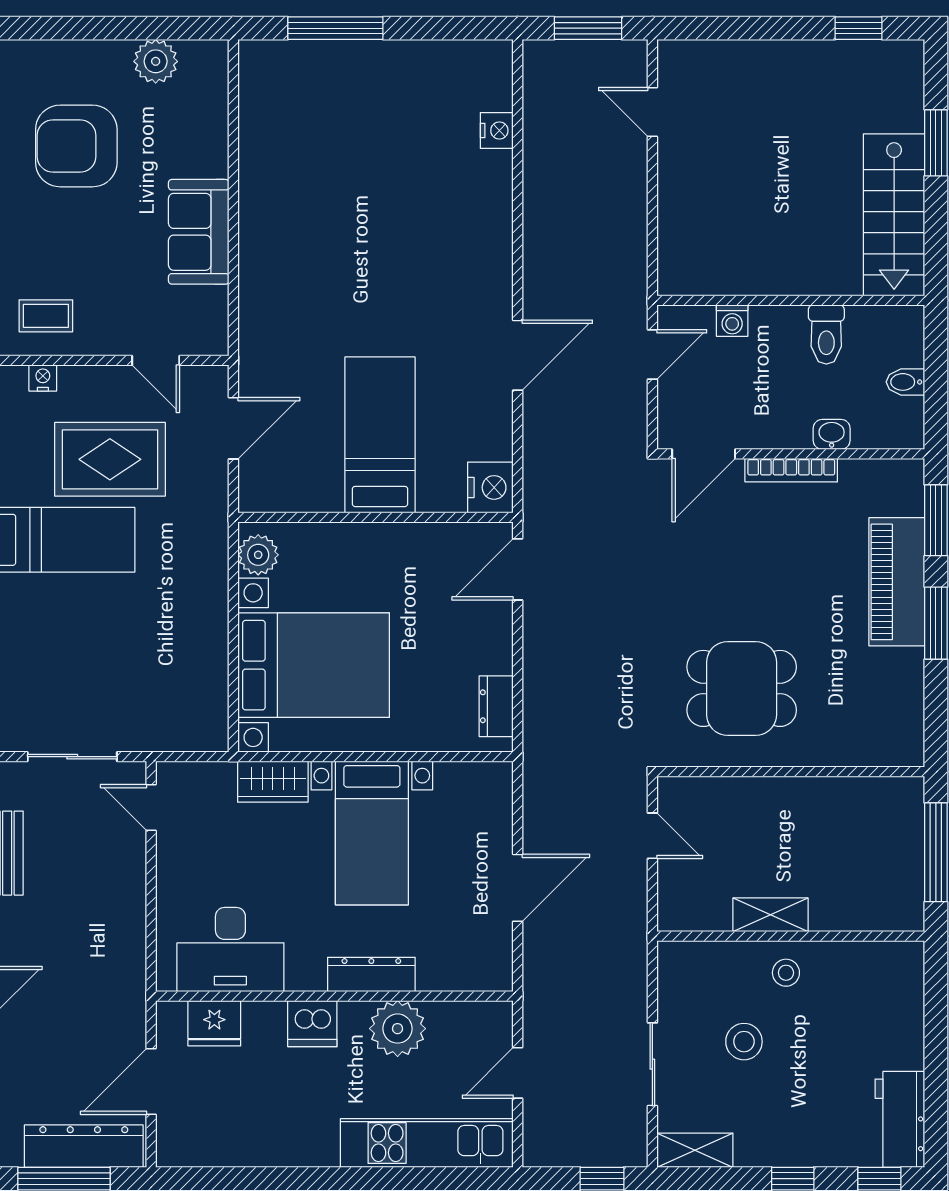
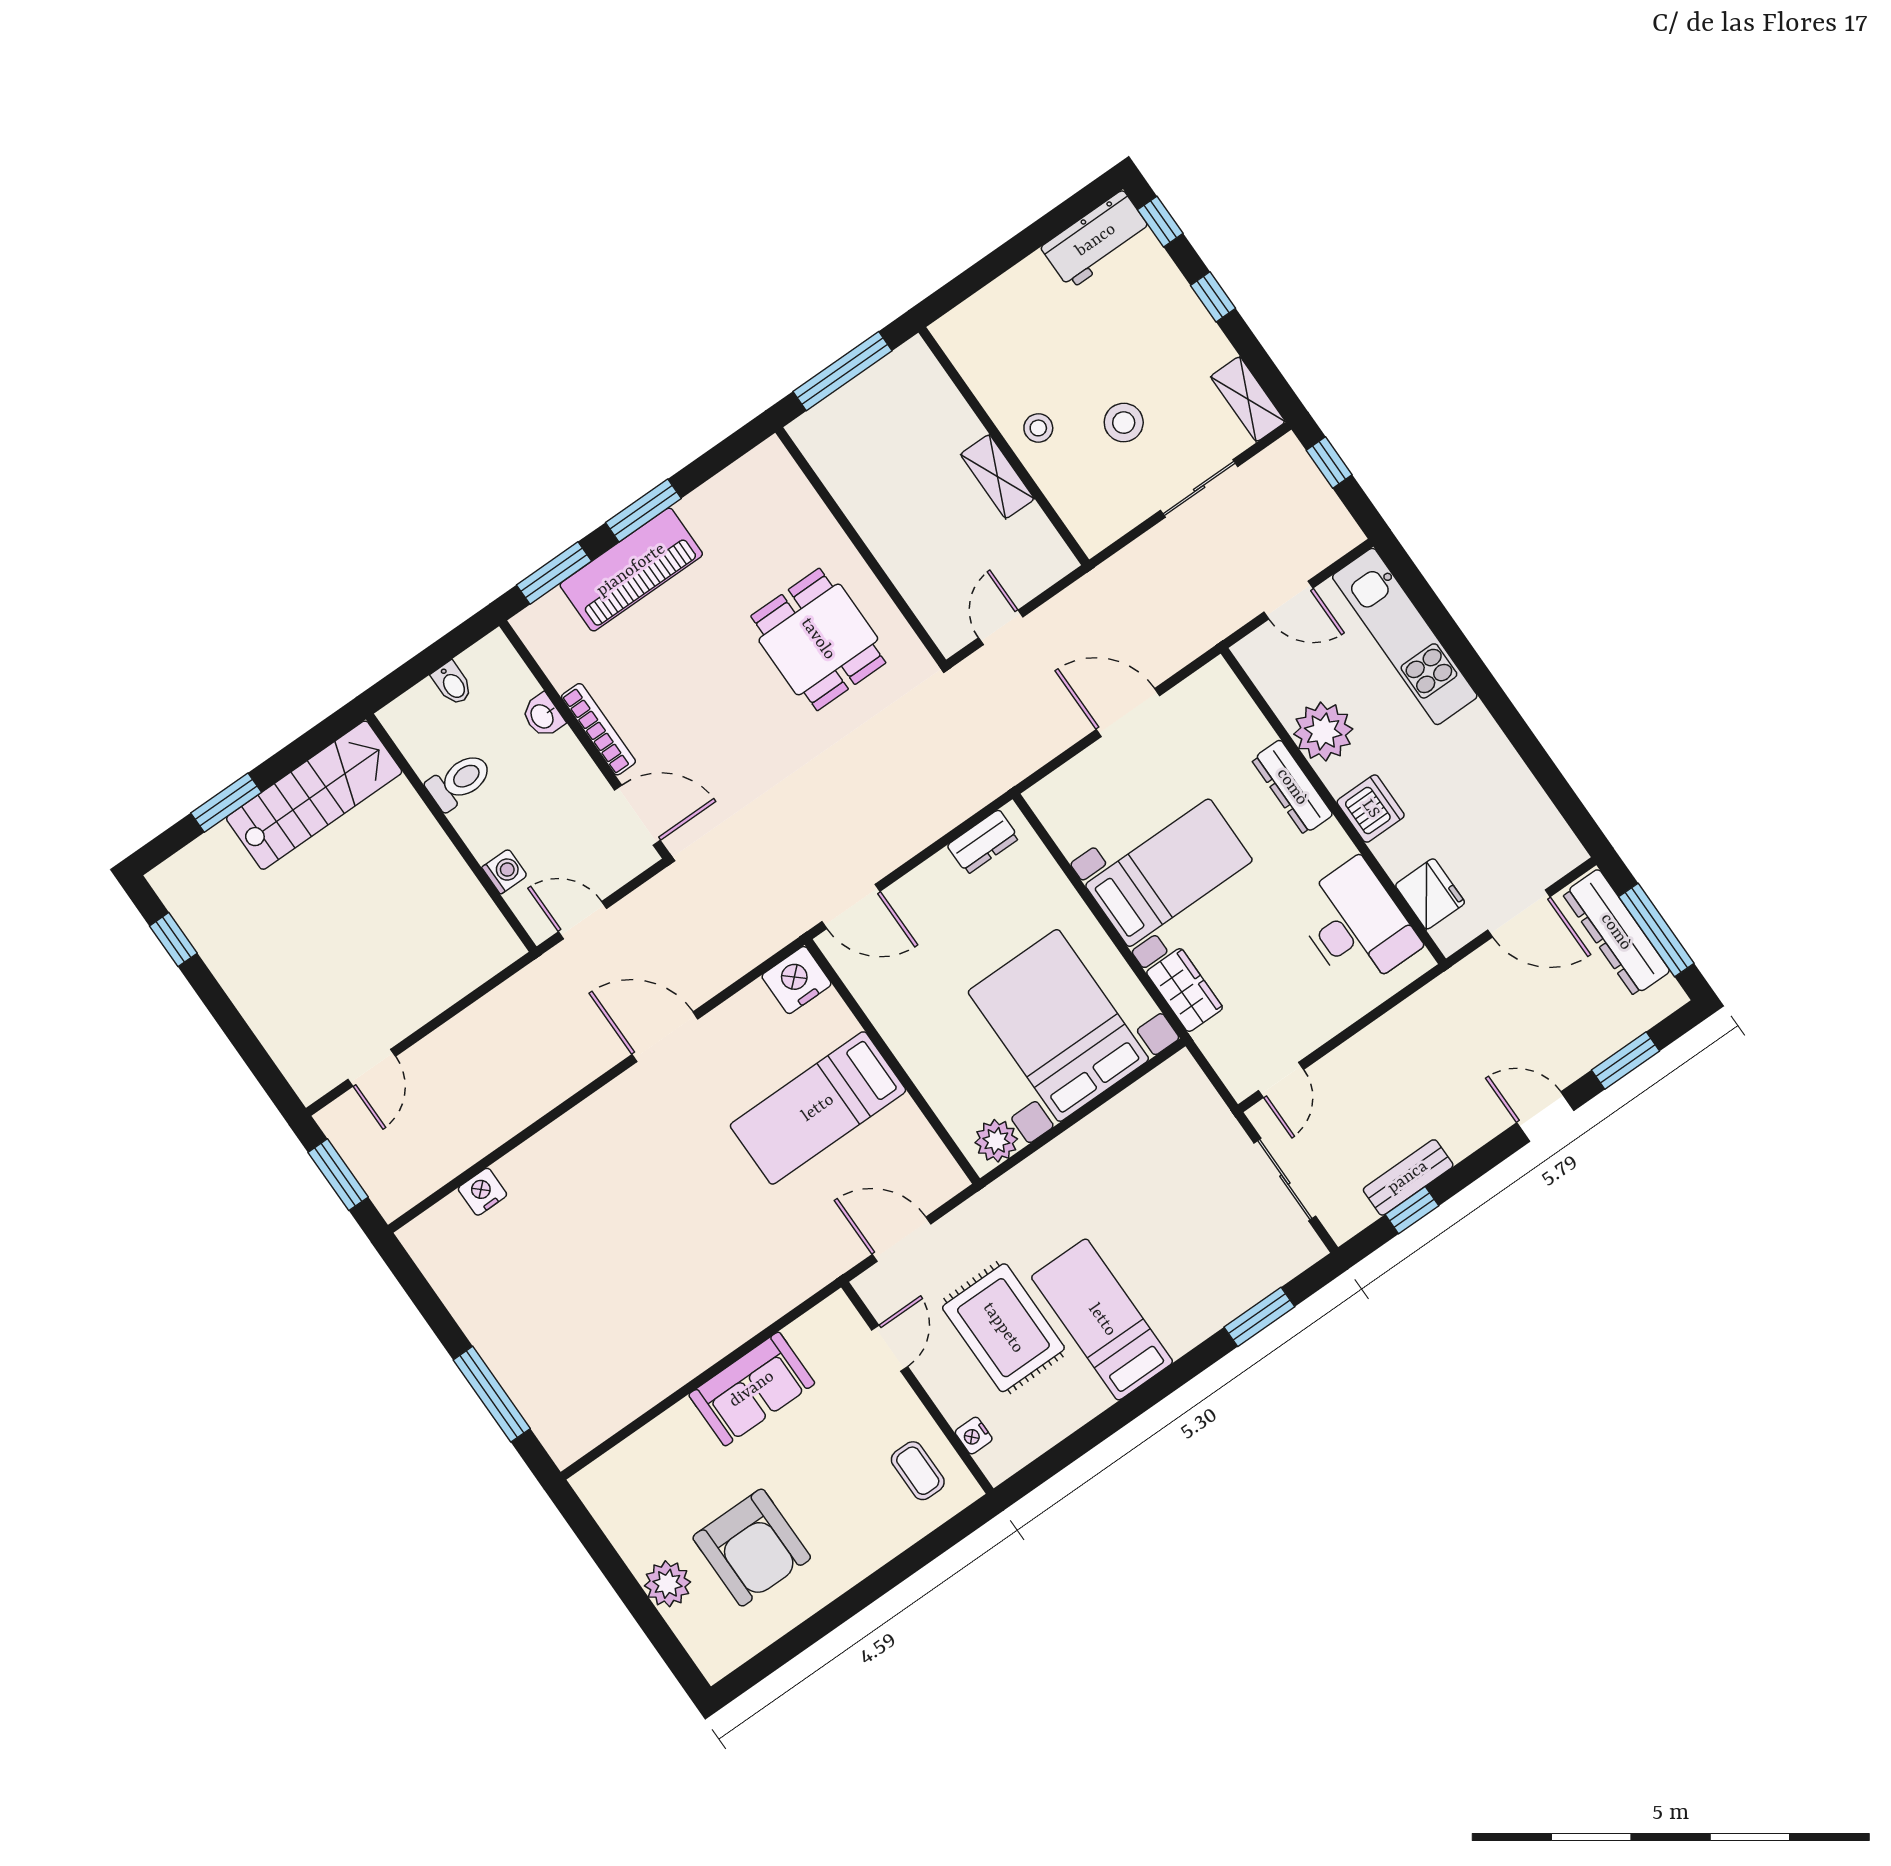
plant: (156, 61) -> (667, 1584), moved

